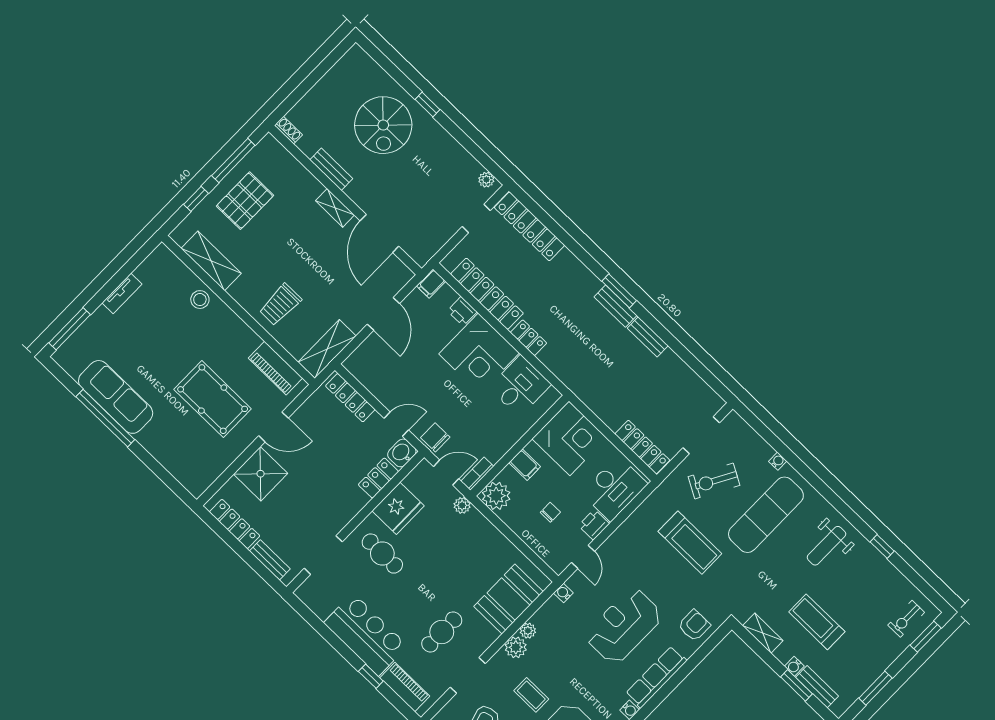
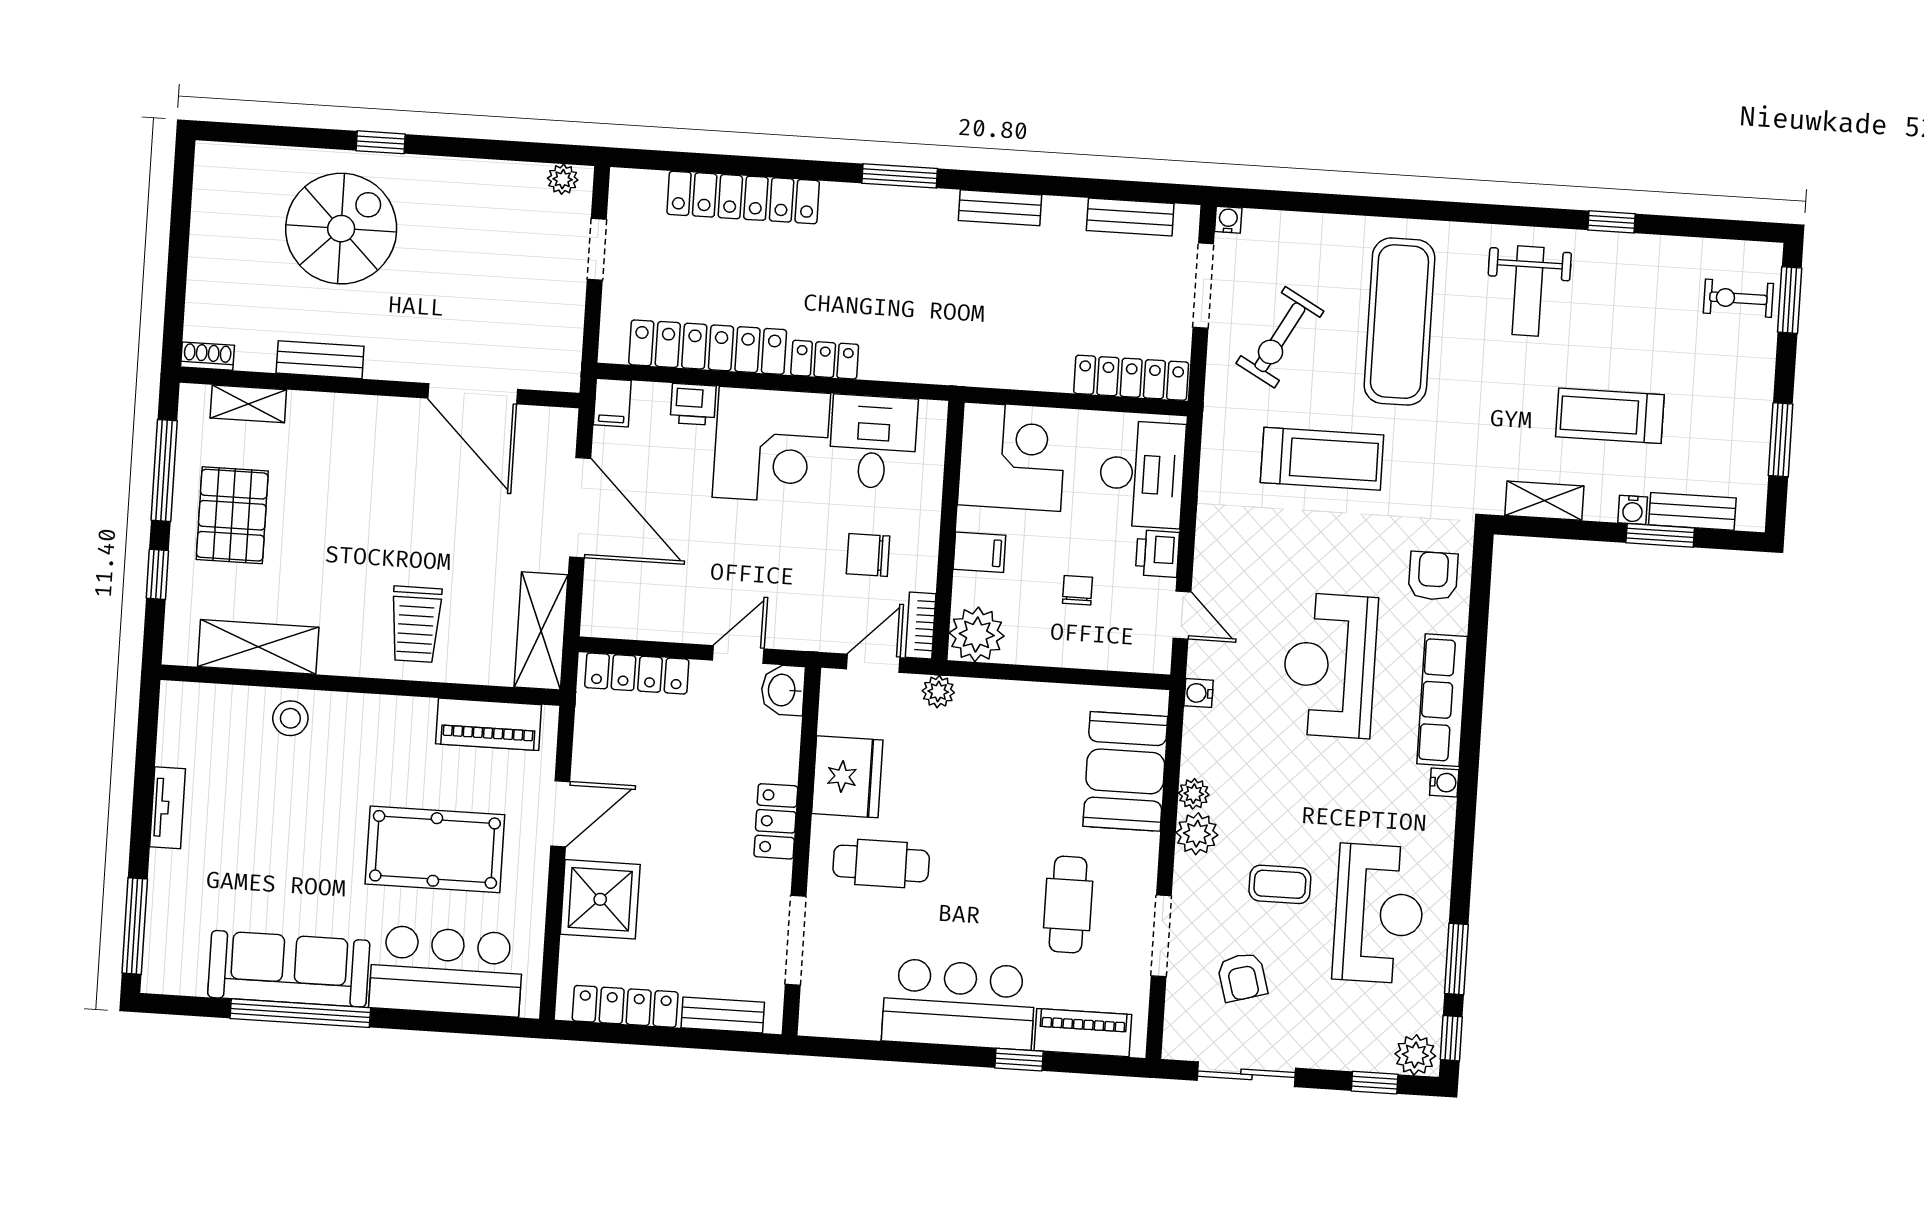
spiral stairs: (383, 125) -> (341, 229), turned -90
shelving: (335, 208) -> (248, 404), moved
locker: (529, 226) -> (743, 197), moved
bench: (616, 306) -> (1130, 217), moved
door: (383, 314) -> (580, 508), width x1.36
chair: (435, 437) -> (868, 555), moved
bar counter: (176, 450) -> (446, 971), added
water cooler: (778, 461) -> (1228, 220), moved
locker: (378, 478) -> (776, 821), moved
exercise bike: (906, 619) -> (1738, 298), turned 90

